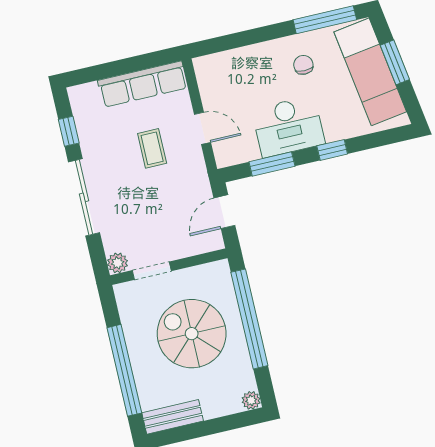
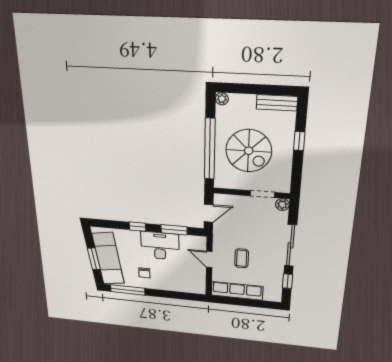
window: (124, 370) -> (299, 141), width x0.32

